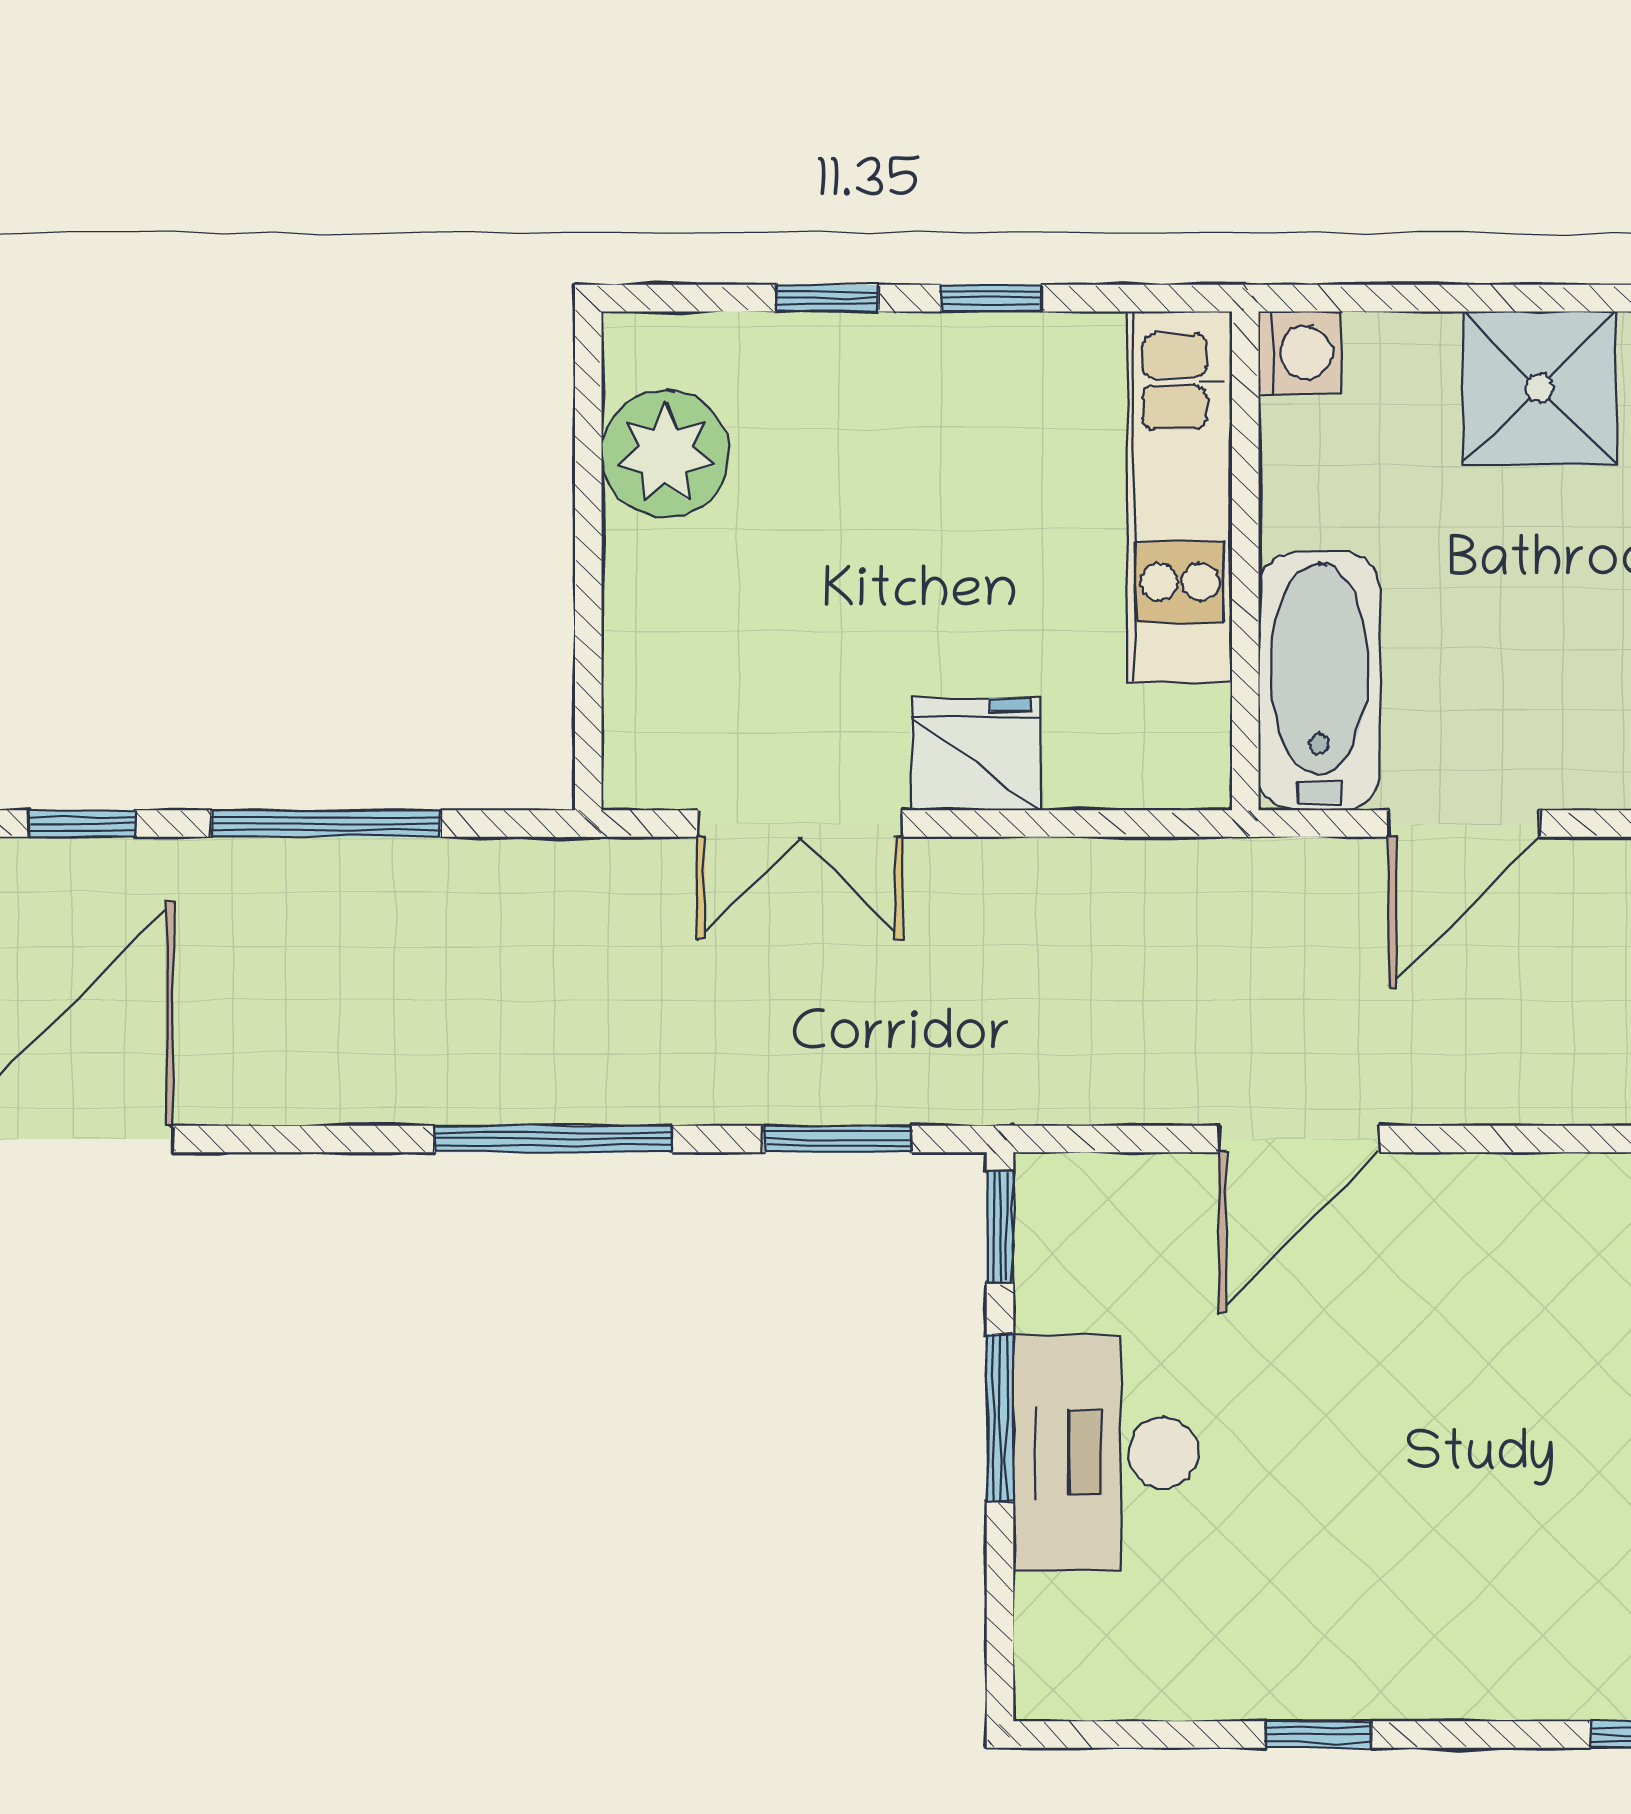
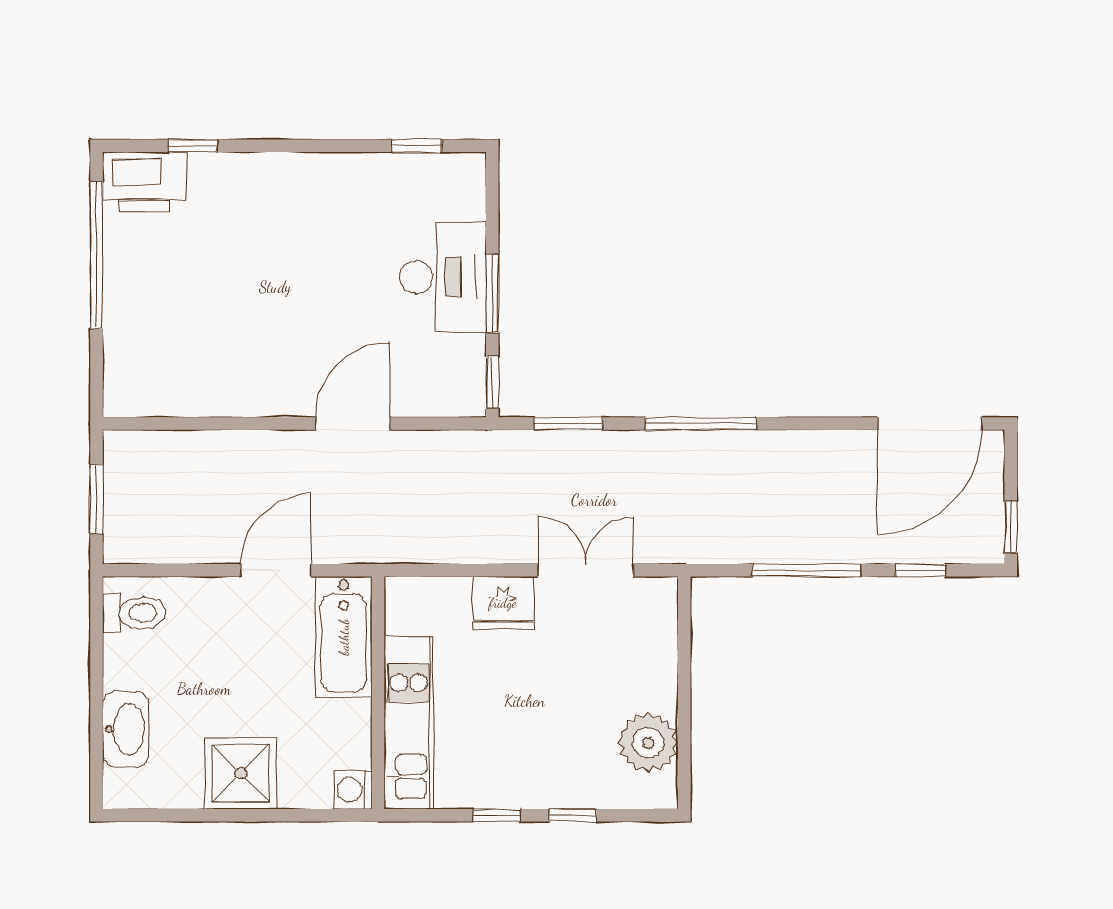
window: (1318, 1734) -> (417, 146), moved

